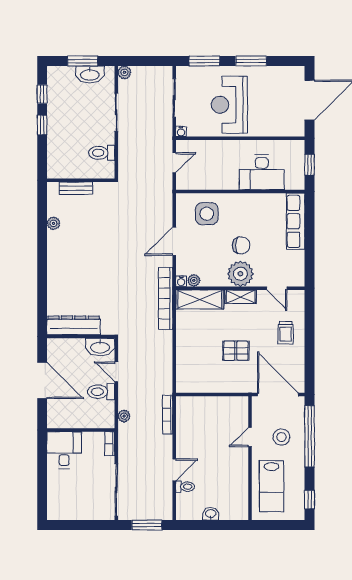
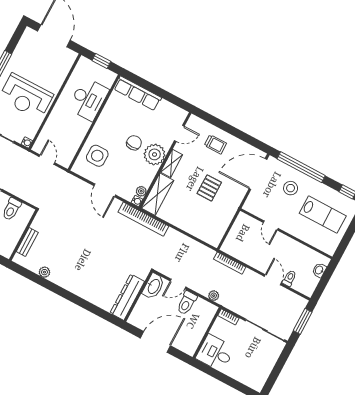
door: (250, 437) -> (271, 225), moved
wall: (250, 458) -> (286, 234), moved

